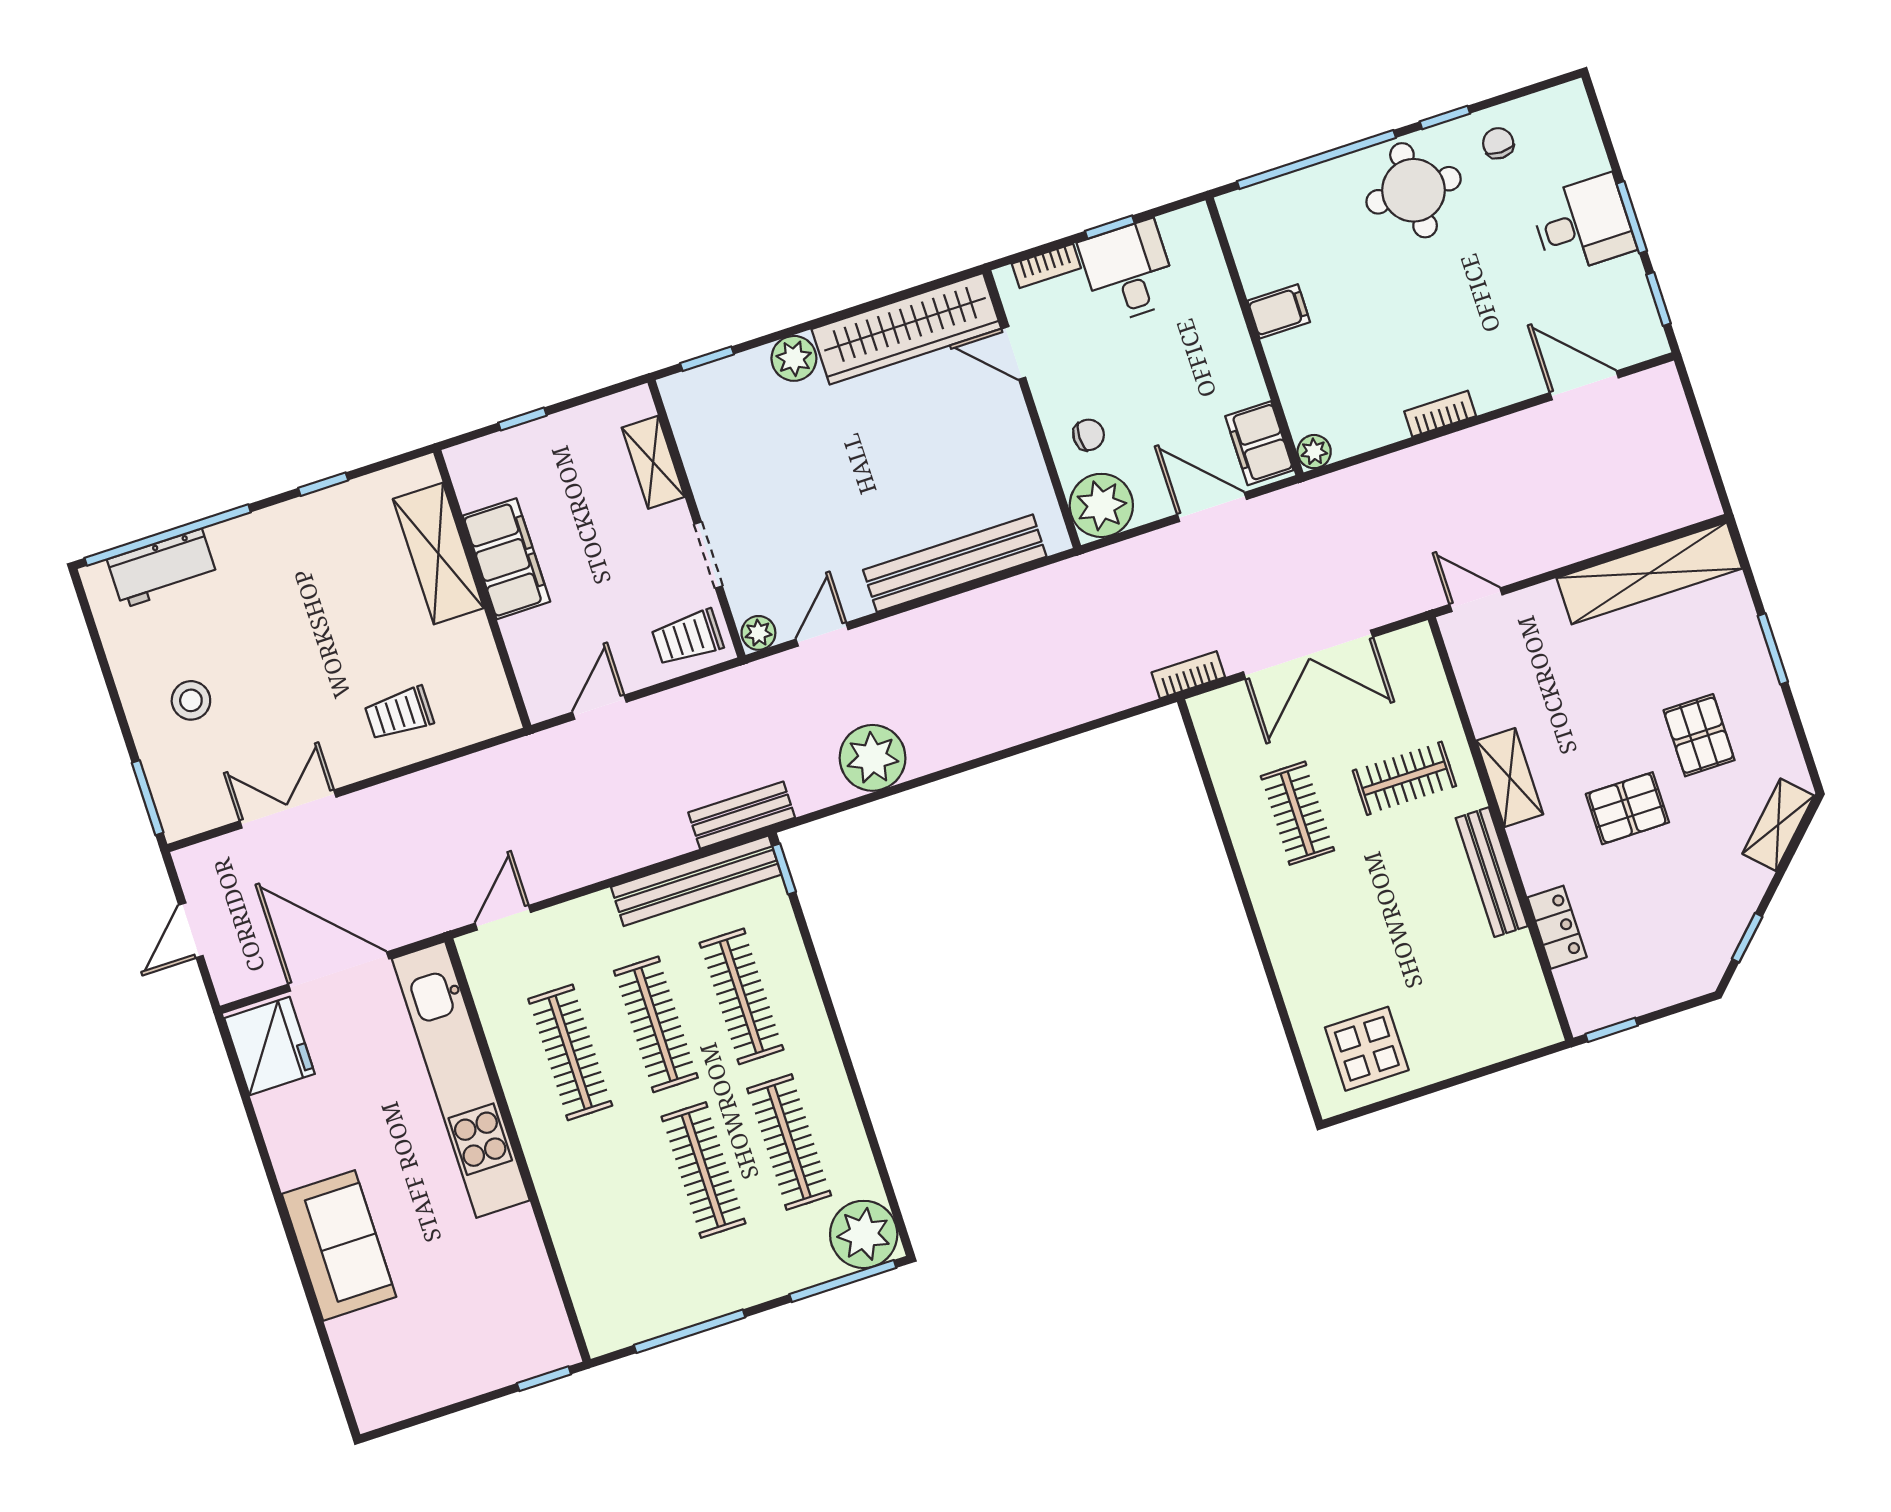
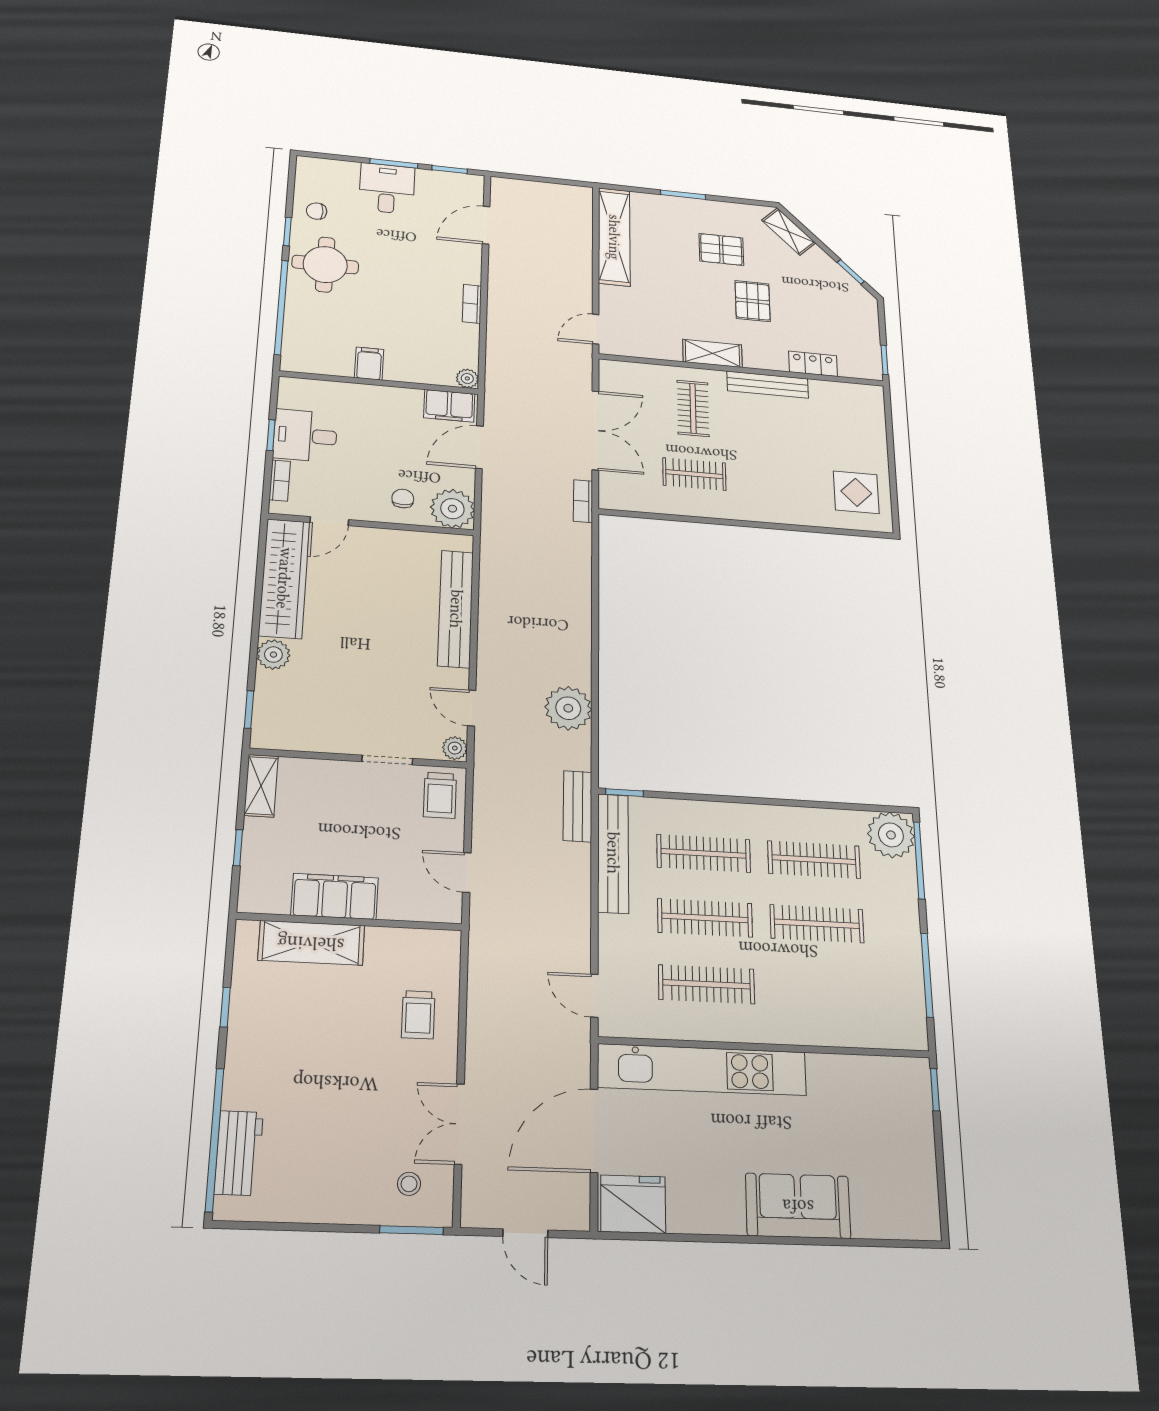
shelving: (653, 462) -> (261, 786), moved, turned 90
stool: (191, 700) -> (409, 1184), moved, width x0.73, depth x0.73

